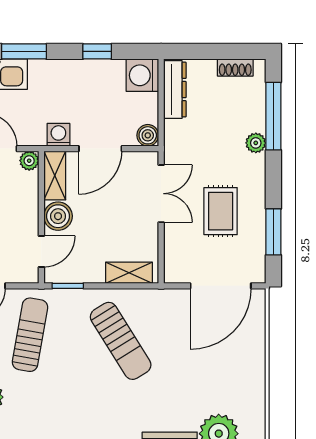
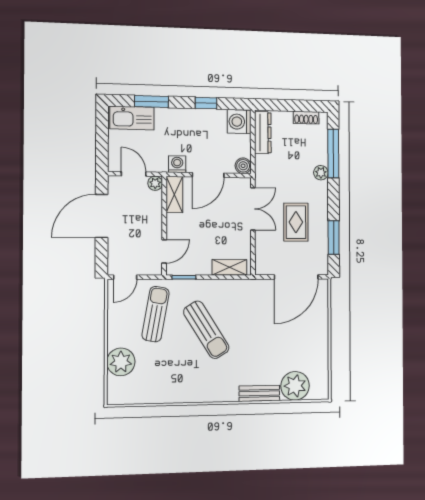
boiler: (58, 216) -> (177, 225), removed
sun lounger: (121, 341) -> (206, 330), moved

